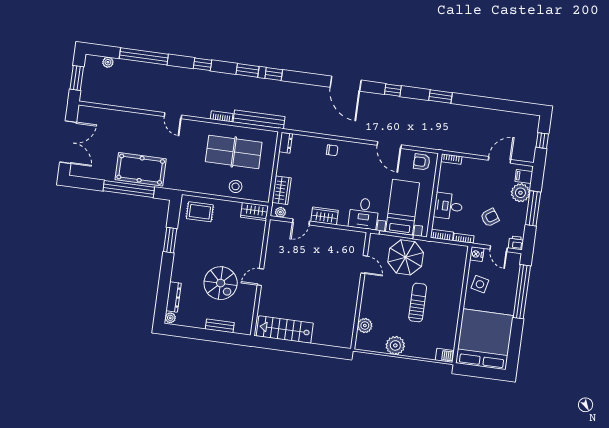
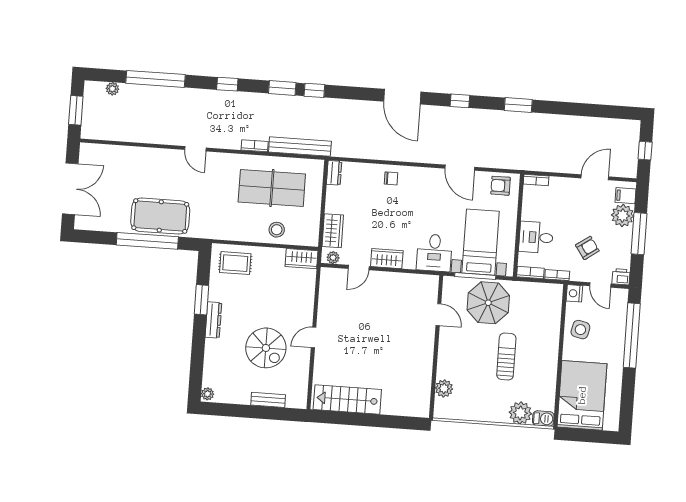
dresser: (174, 297) -> (213, 320), moved
bed: (484, 339) -> (582, 395), width x0.73
plant: (395, 345) -> (520, 413), moved

